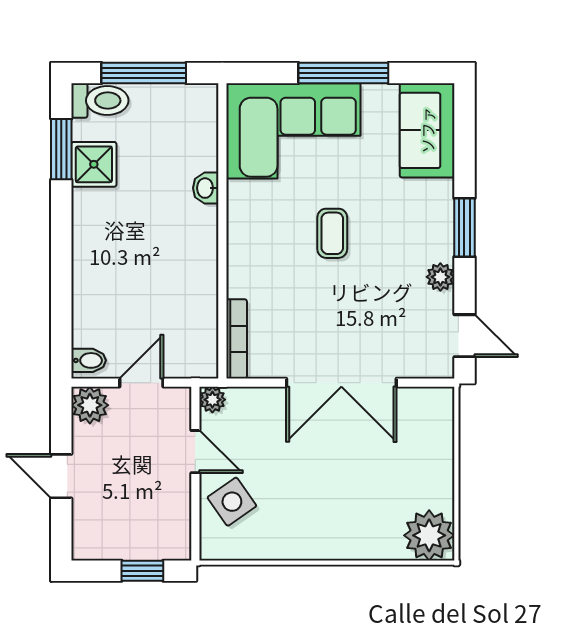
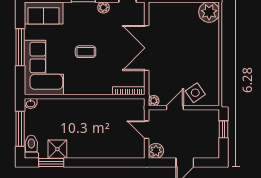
washbasin: (206, 188) -> (31, 103), moved
bidet: (89, 360) -> (138, 151), removed
double door: (341, 383) -> (147, 48), swing flipped

